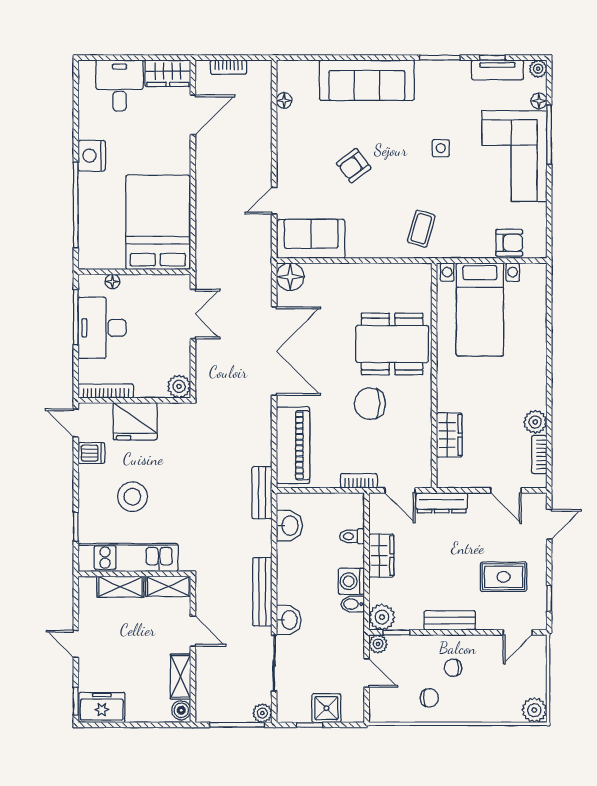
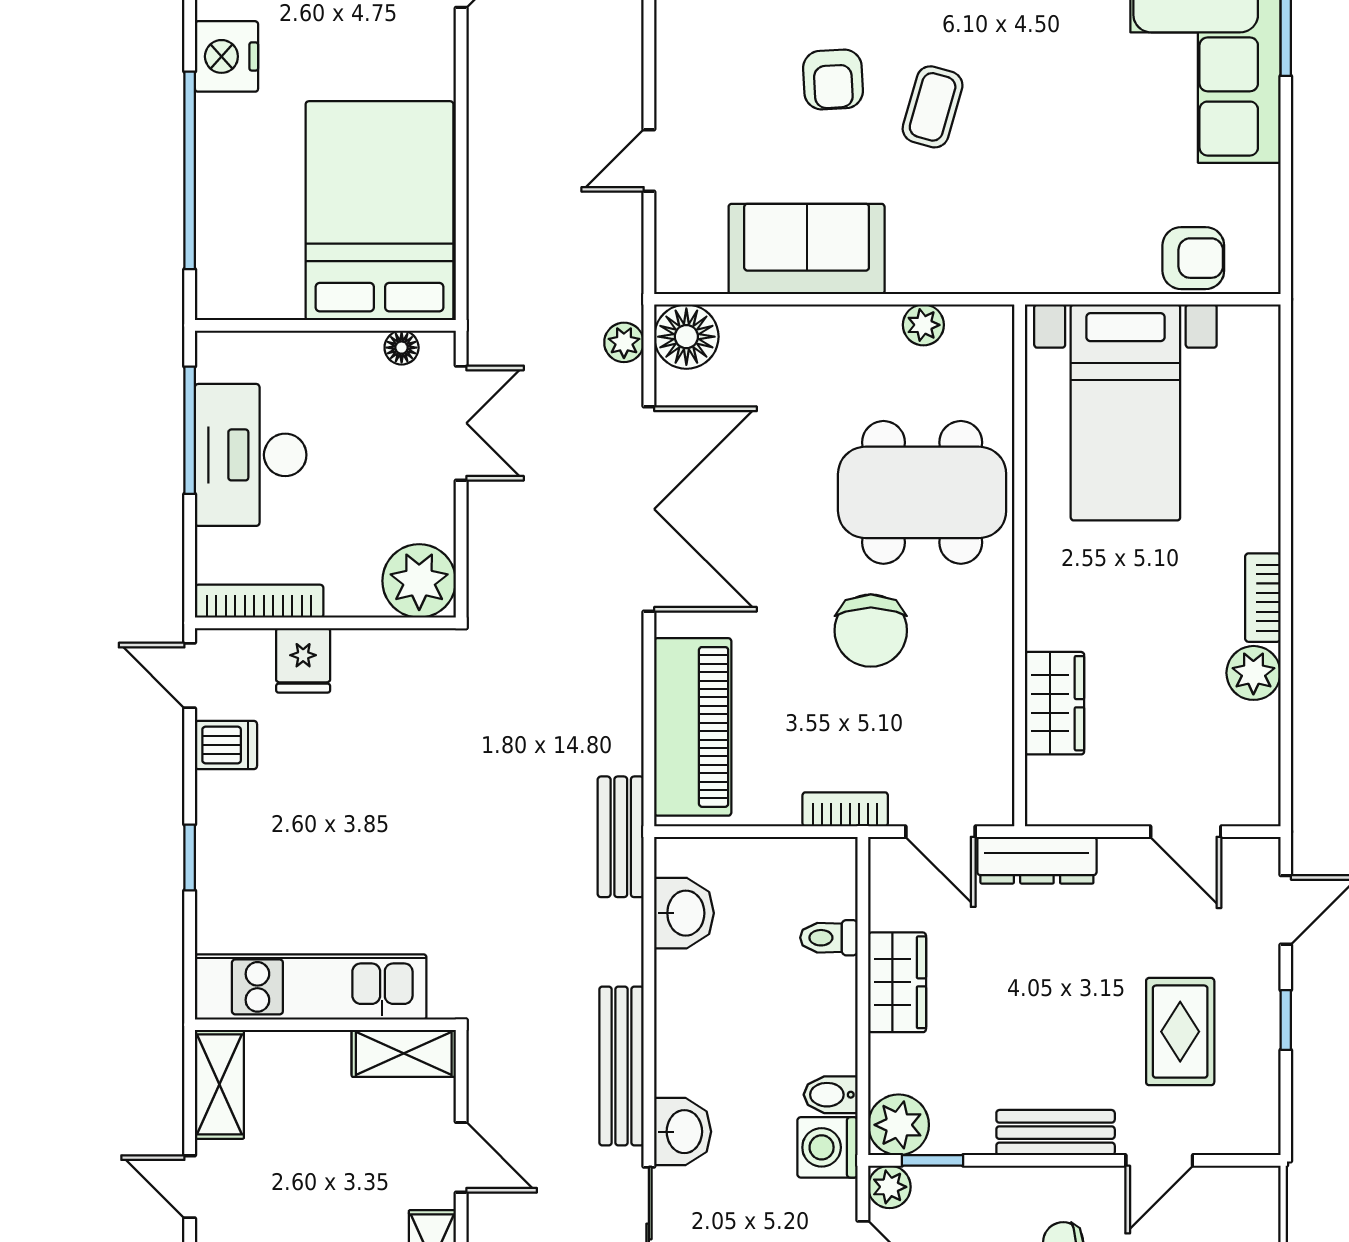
side table: (441, 148) -> (1035, 39), removed
armchair: (354, 166) -> (833, 79), turned -56
coffee table: (421, 229) -> (933, 107), moved
sofa: (311, 239) -> (807, 249), moved
plant: (393, 272) -> (923, 325), added
plant: (263, 279) -> (624, 342), added
floor lamp: (112, 281) -> (402, 348), moved
plant: (179, 386) -> (419, 581), width x1.36, depth x1.36
chair: (370, 404) -> (871, 631), turned -90
fridge: (135, 421) -> (303, 660), width x0.53, depth x0.75
bookcase: (539, 454) -> (1263, 598), moved
stool: (132, 497) -> (321, 846), removed
window: (76, 527) -> (190, 858), moved
rug: (504, 577) -> (1180, 1032), turned 90
washing machine: (351, 581) -> (828, 1147), moved
shelving: (120, 587) -> (219, 1084), moved, turned 90
window: (549, 598) -> (1286, 1020), moved
door: (518, 632) -> (1159, 1160), moved

